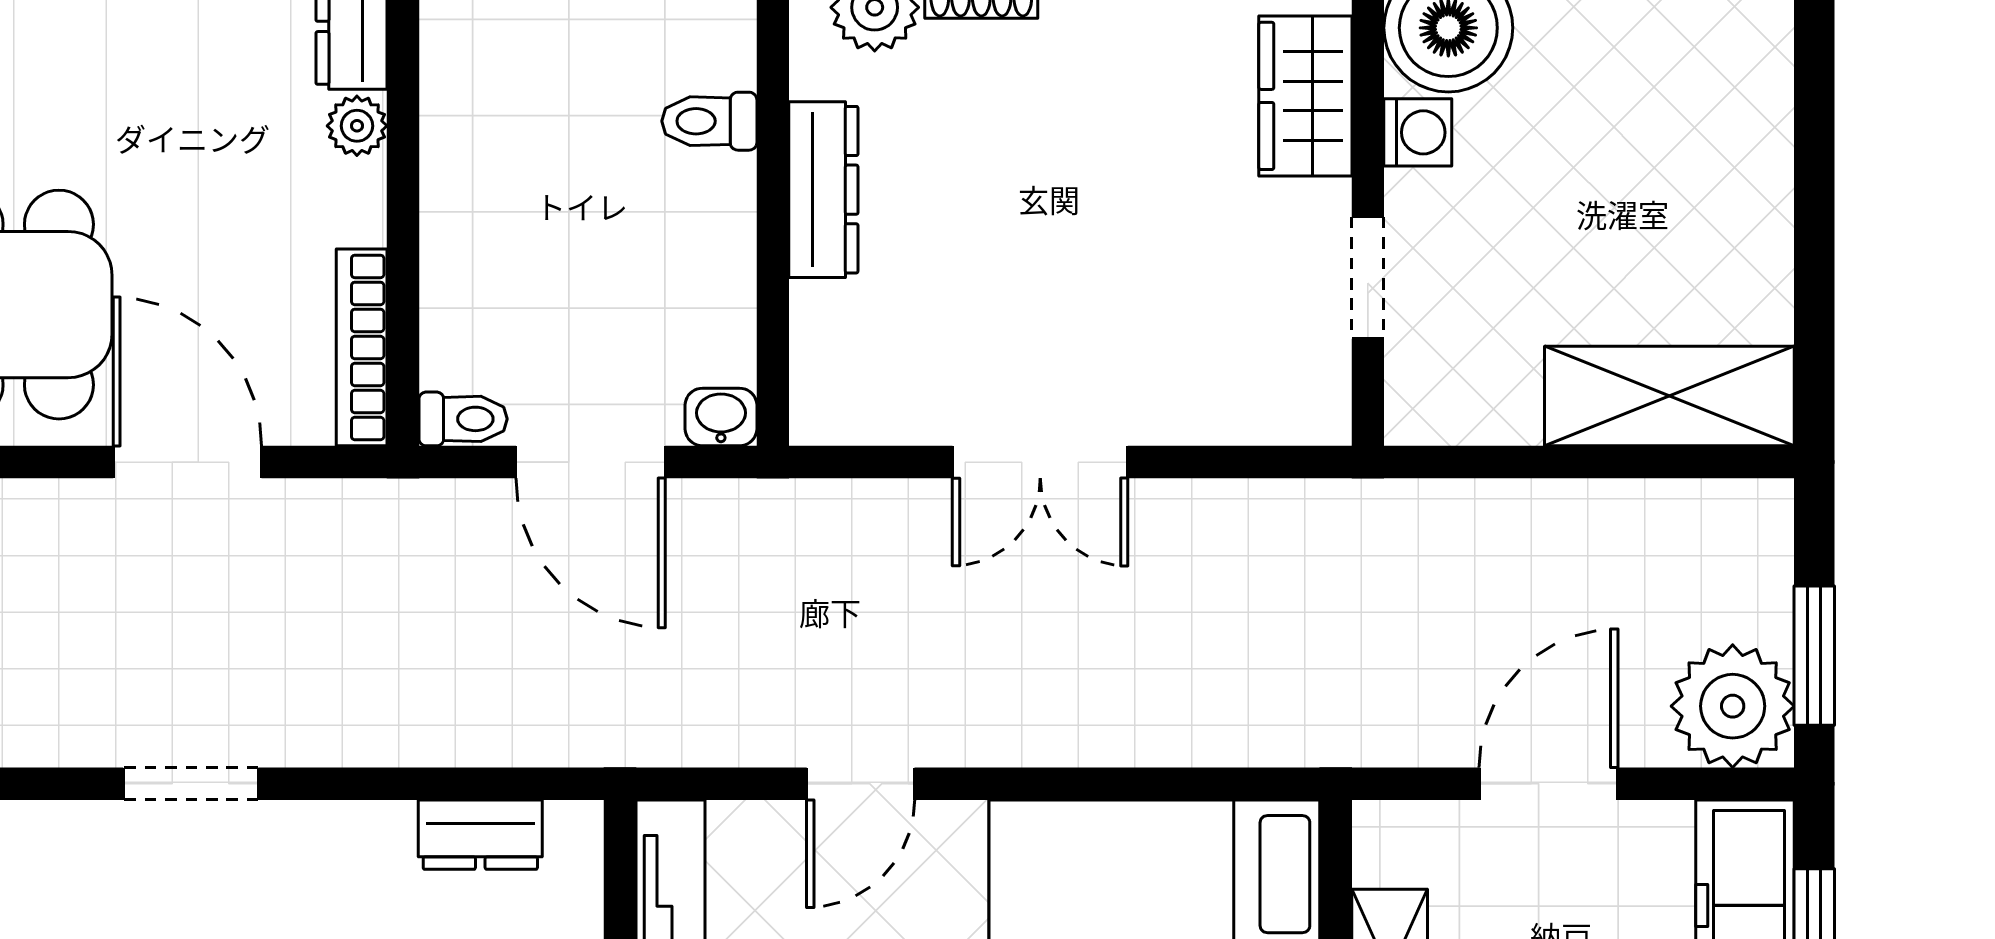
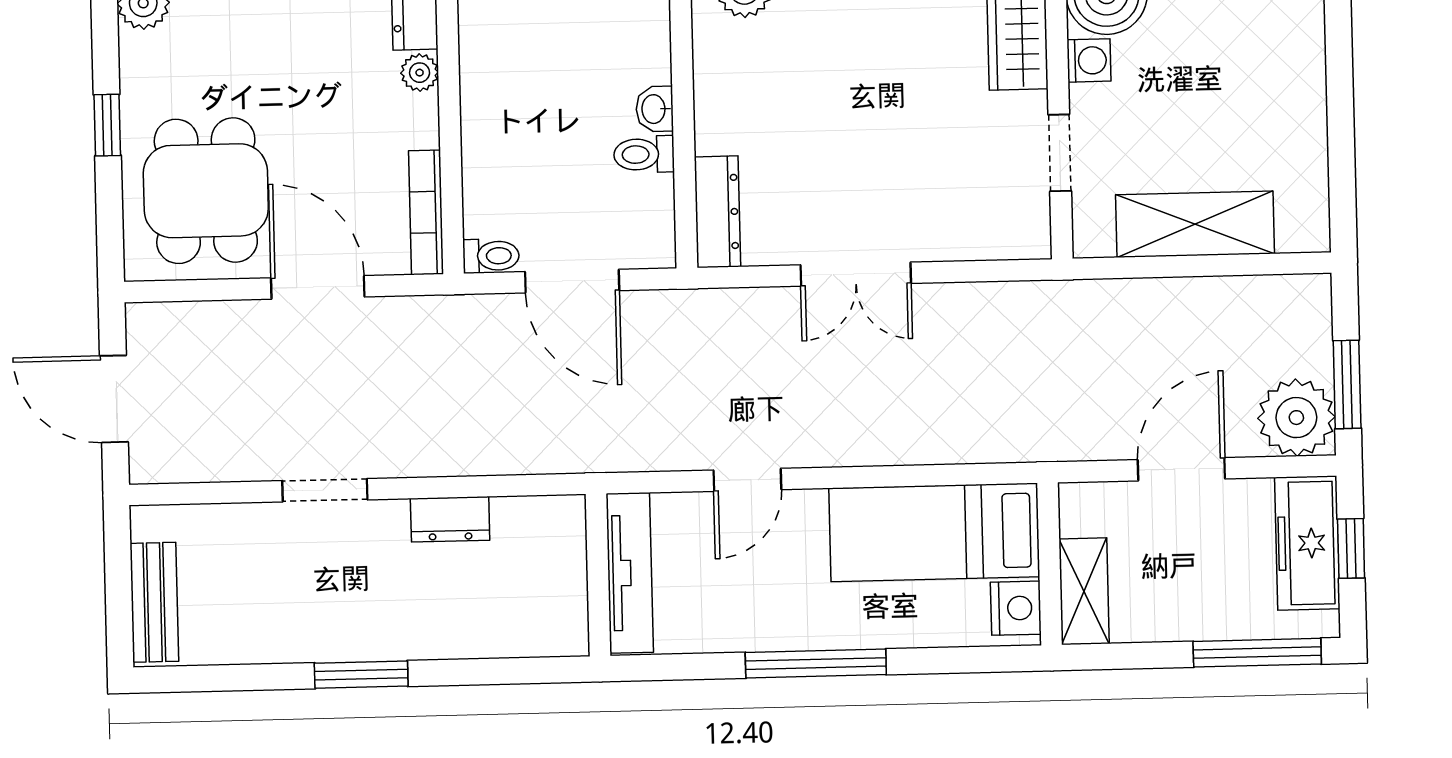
toilet: (709, 121) -> (644, 154), moved
dresser: (823, 190) -> (717, 212), moved
shelving: (1669, 396) -> (1195, 224), moved
washbasin: (721, 417) -> (655, 109), moved, turned -90
dresser: (480, 835) -> (450, 519), moved

